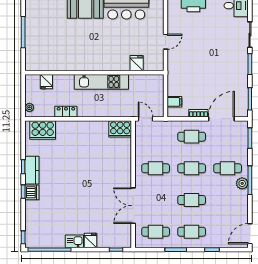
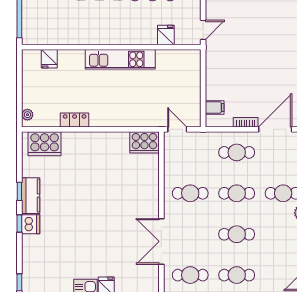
fridge: (137, 63) -> (166, 35), moved
wall: (94, 73) -> (111, 47), moved
fridge: (46, 82) -> (49, 59), moved
kitchen unit: (101, 82) -> (120, 59), moved

